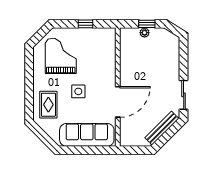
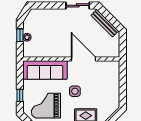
window: (86, 24) -> (20, 95), moved
sofa: (87, 135) -> (45, 70), moved, turned -90

